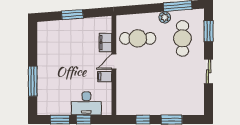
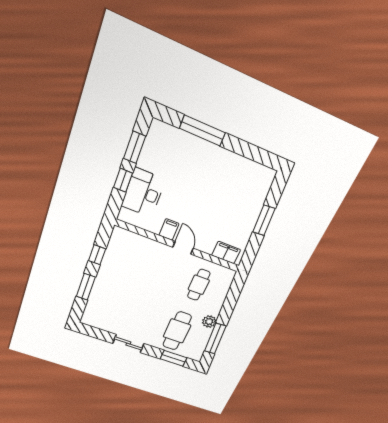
cafe table: (138, 38) -> (199, 285), width x0.73, depth x0.74
cafe table: (182, 38) -> (177, 331), turned 90
filing cabinet: (105, 43) -> (226, 253), moved

